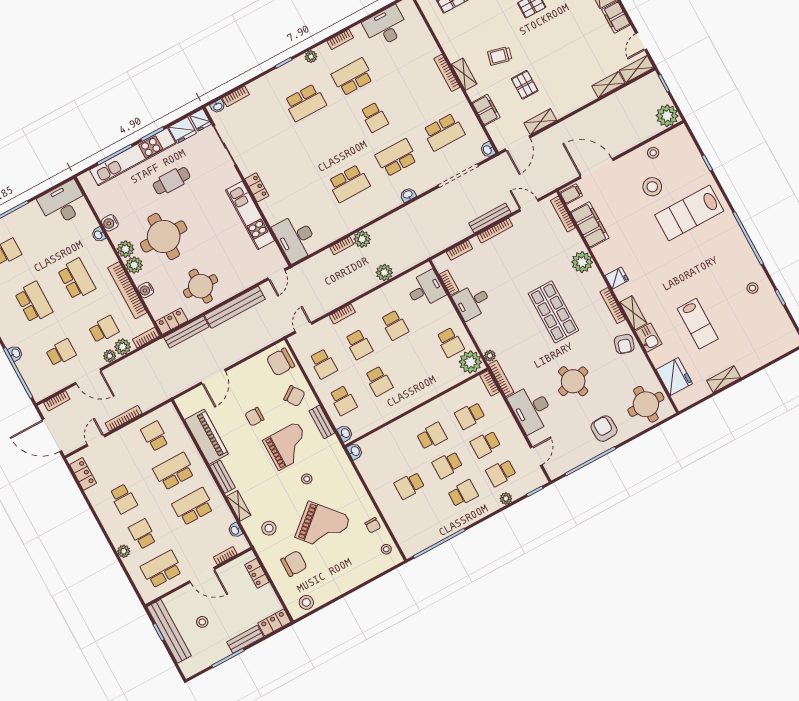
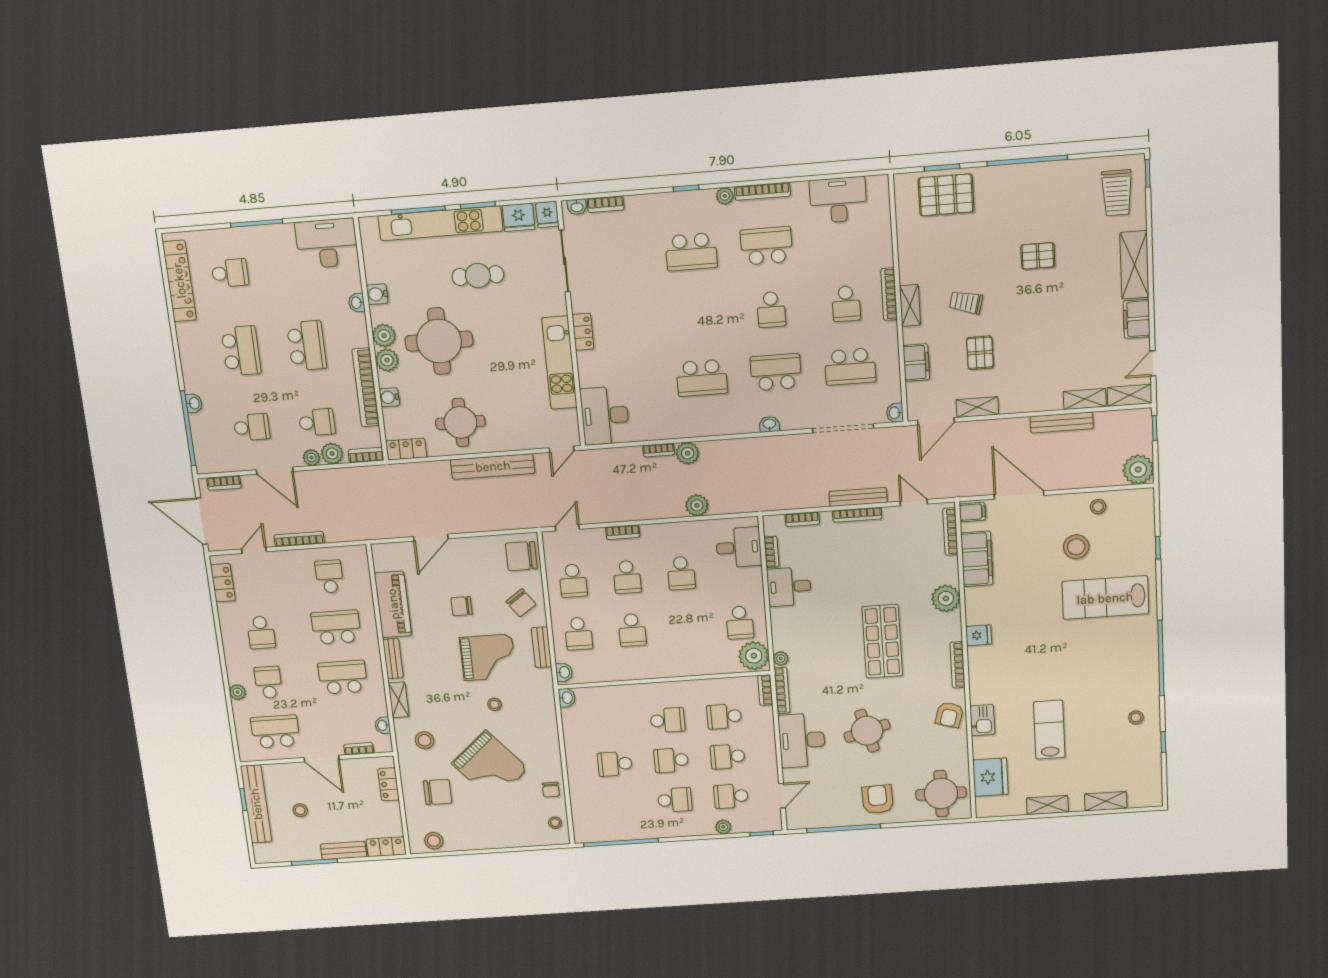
bookcase: (340, 39) -> (762, 191), width x1.56
school desk: (422, 92) -> (846, 304), added
shelving: (633, 313) -> (1106, 801), moved, turned 90
lab bench: (698, 324) -> (1049, 730), turned 180
bench: (186, 332) -> (1062, 423), moved

